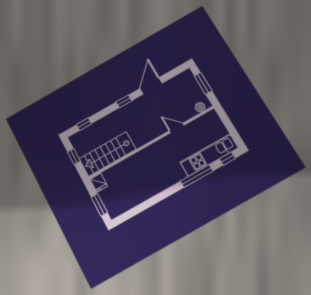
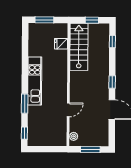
kitchen unit: (209, 155) -> (35, 81), moved
window: (197, 176) -> (25, 104), width x0.69
fridge: (99, 183) -> (61, 44), moved

